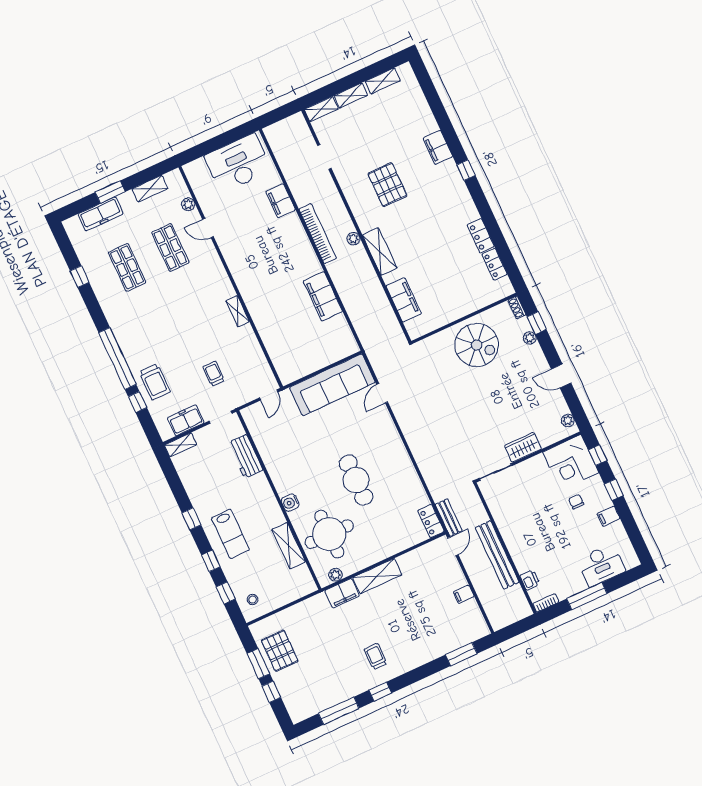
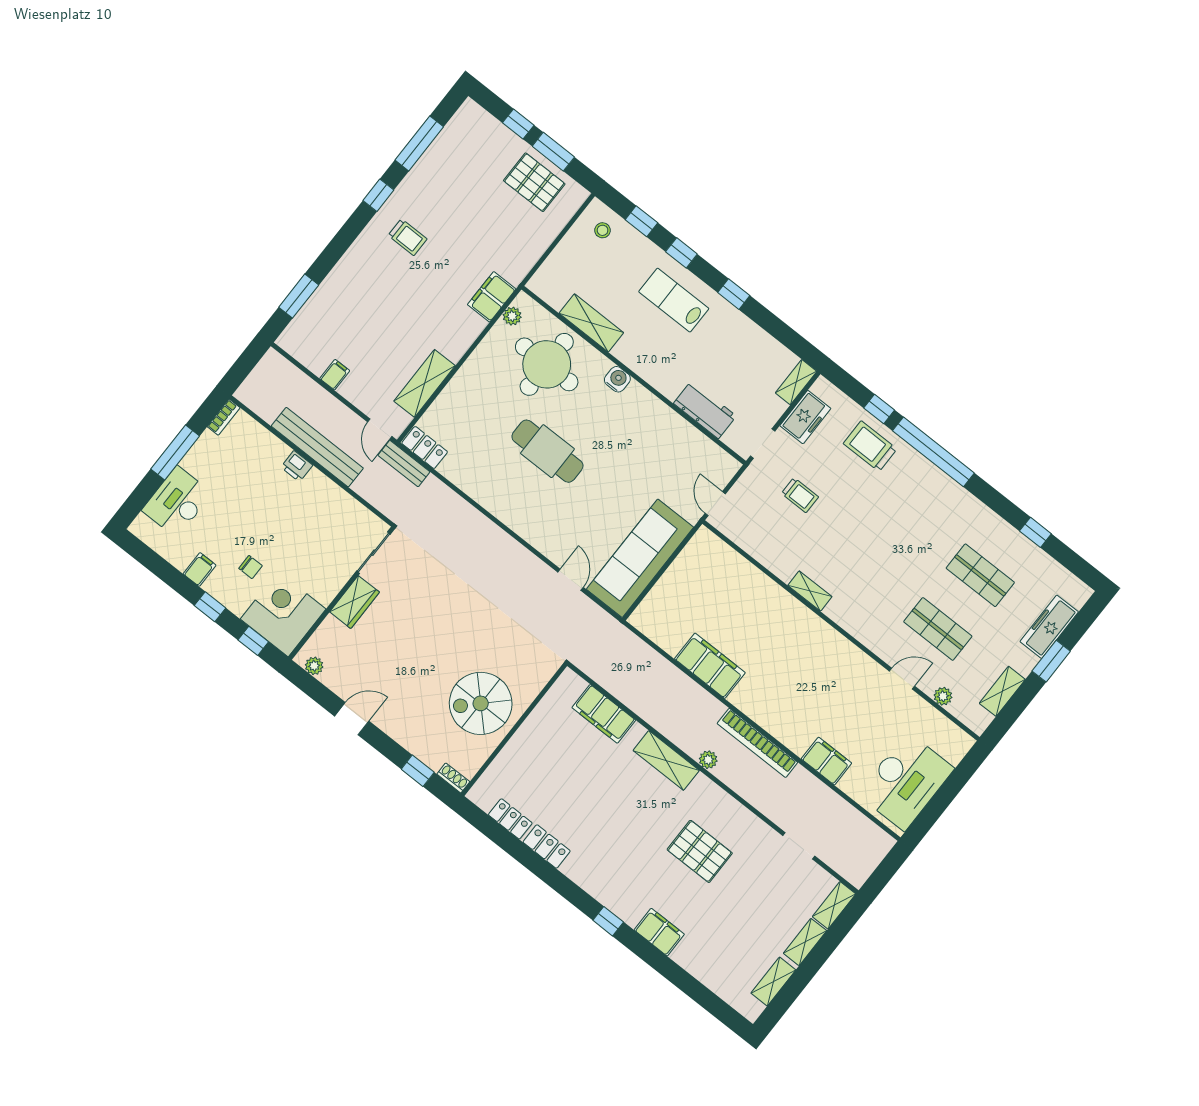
plant: (530, 338) -> (417, 747), removed
shelving: (377, 576) -> (425, 383), moved
printer: (530, 580) -> (297, 466), moved

